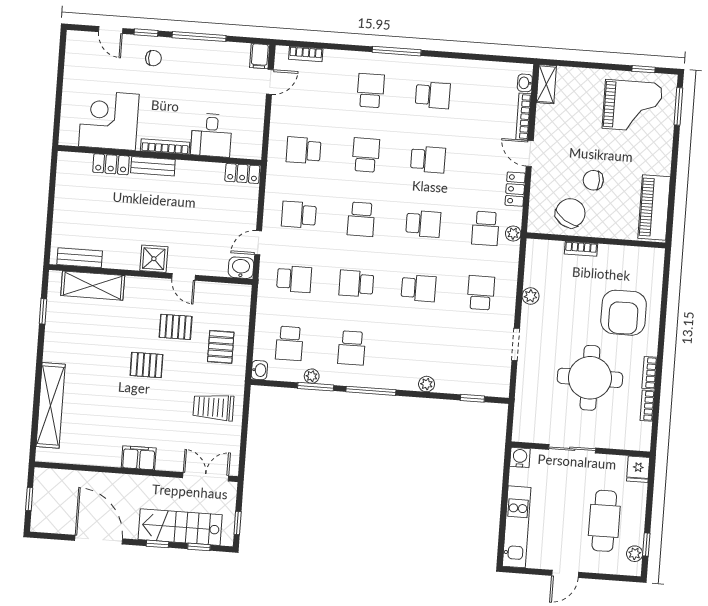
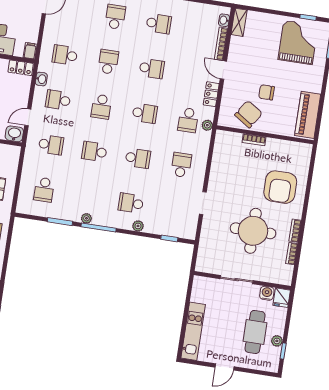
grand piano: (632, 106) -> (298, 42), turned -90
filing cabinet: (254, 148) -> (30, 51), added
plant: (531, 296) -> (216, 170), removed
school desk: (352, 348) -> (131, 203), moved, turned 90
washbasin: (259, 370) -> (41, 79), moved
plant: (312, 376) -> (86, 218), moved
water cooler: (520, 457) -> (267, 293), moved
plant: (635, 554) -> (277, 341), moved

